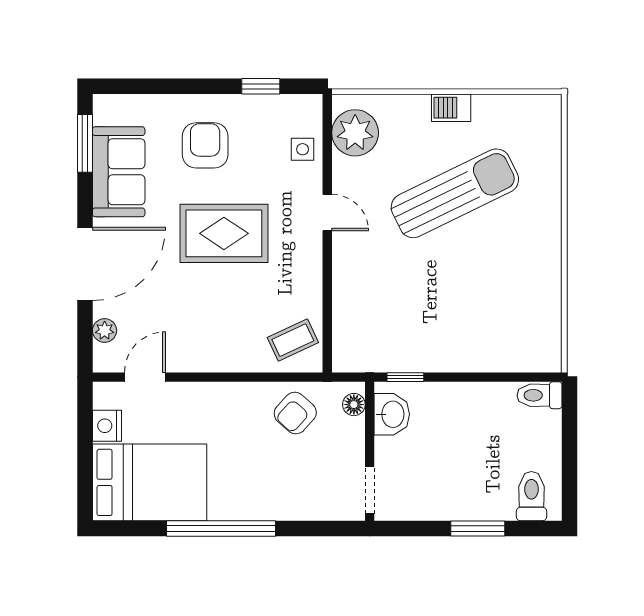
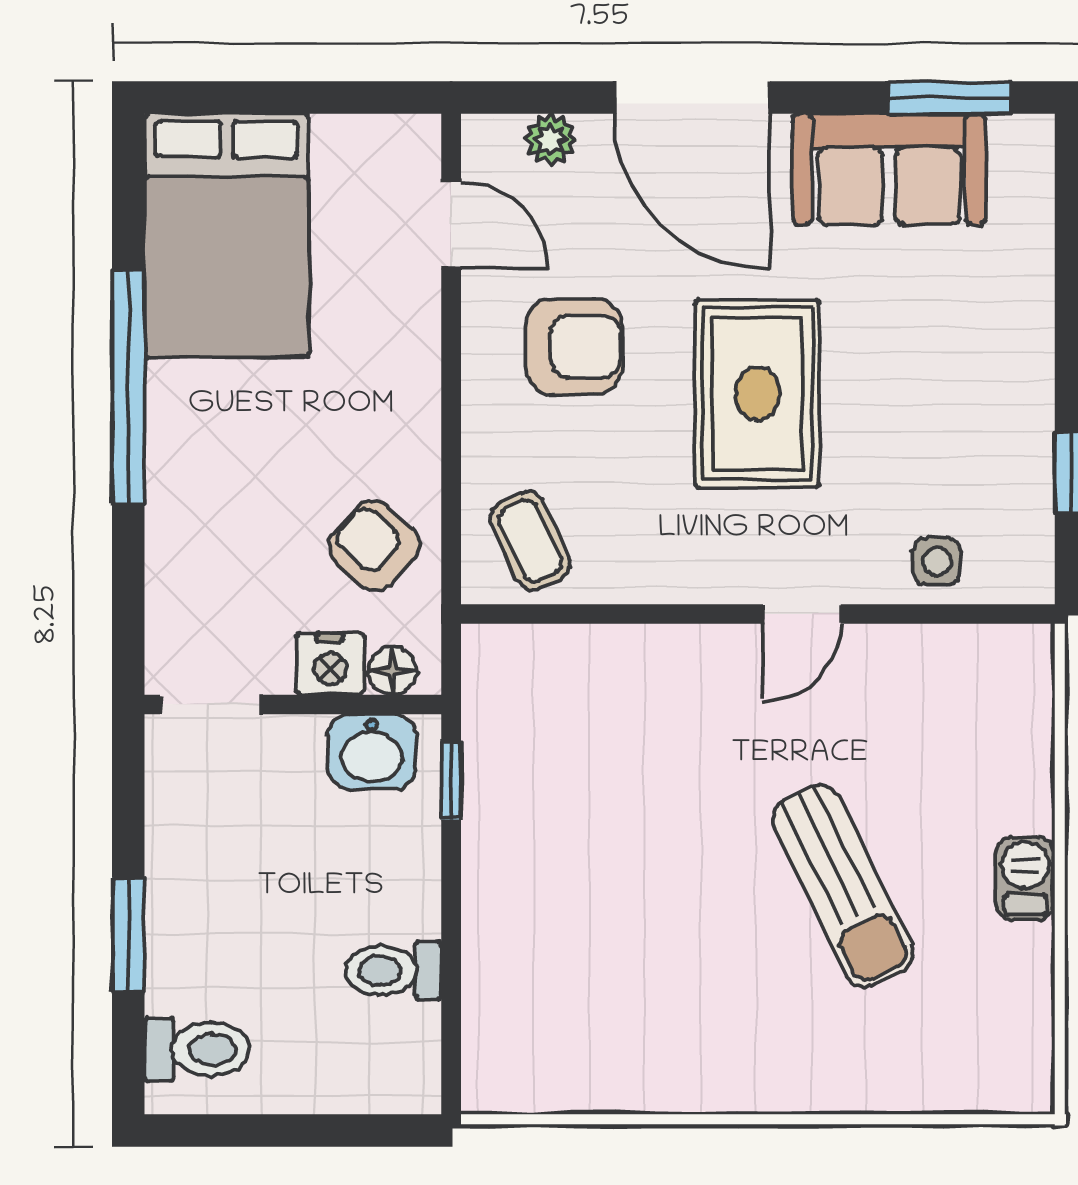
plant: (355, 133) -> (972, 673), removed
armchair: (205, 145) -> (574, 346), moved
sun lounger: (455, 193) -> (843, 886), width x0.73, depth x0.75
toilet: (539, 395) -> (394, 970), moved, turned -90
nightstand: (107, 426) -> (330, 664), moved, turned 180

